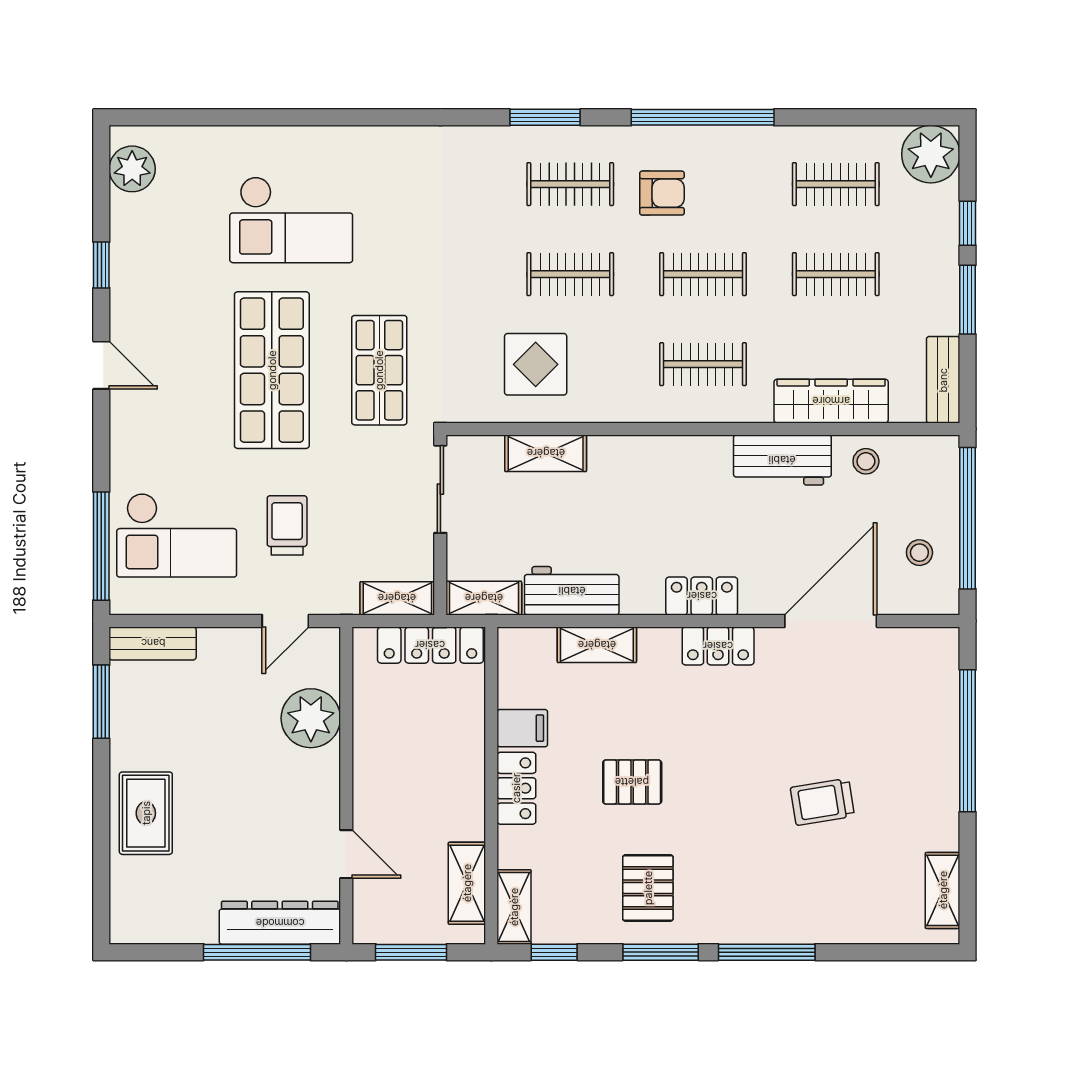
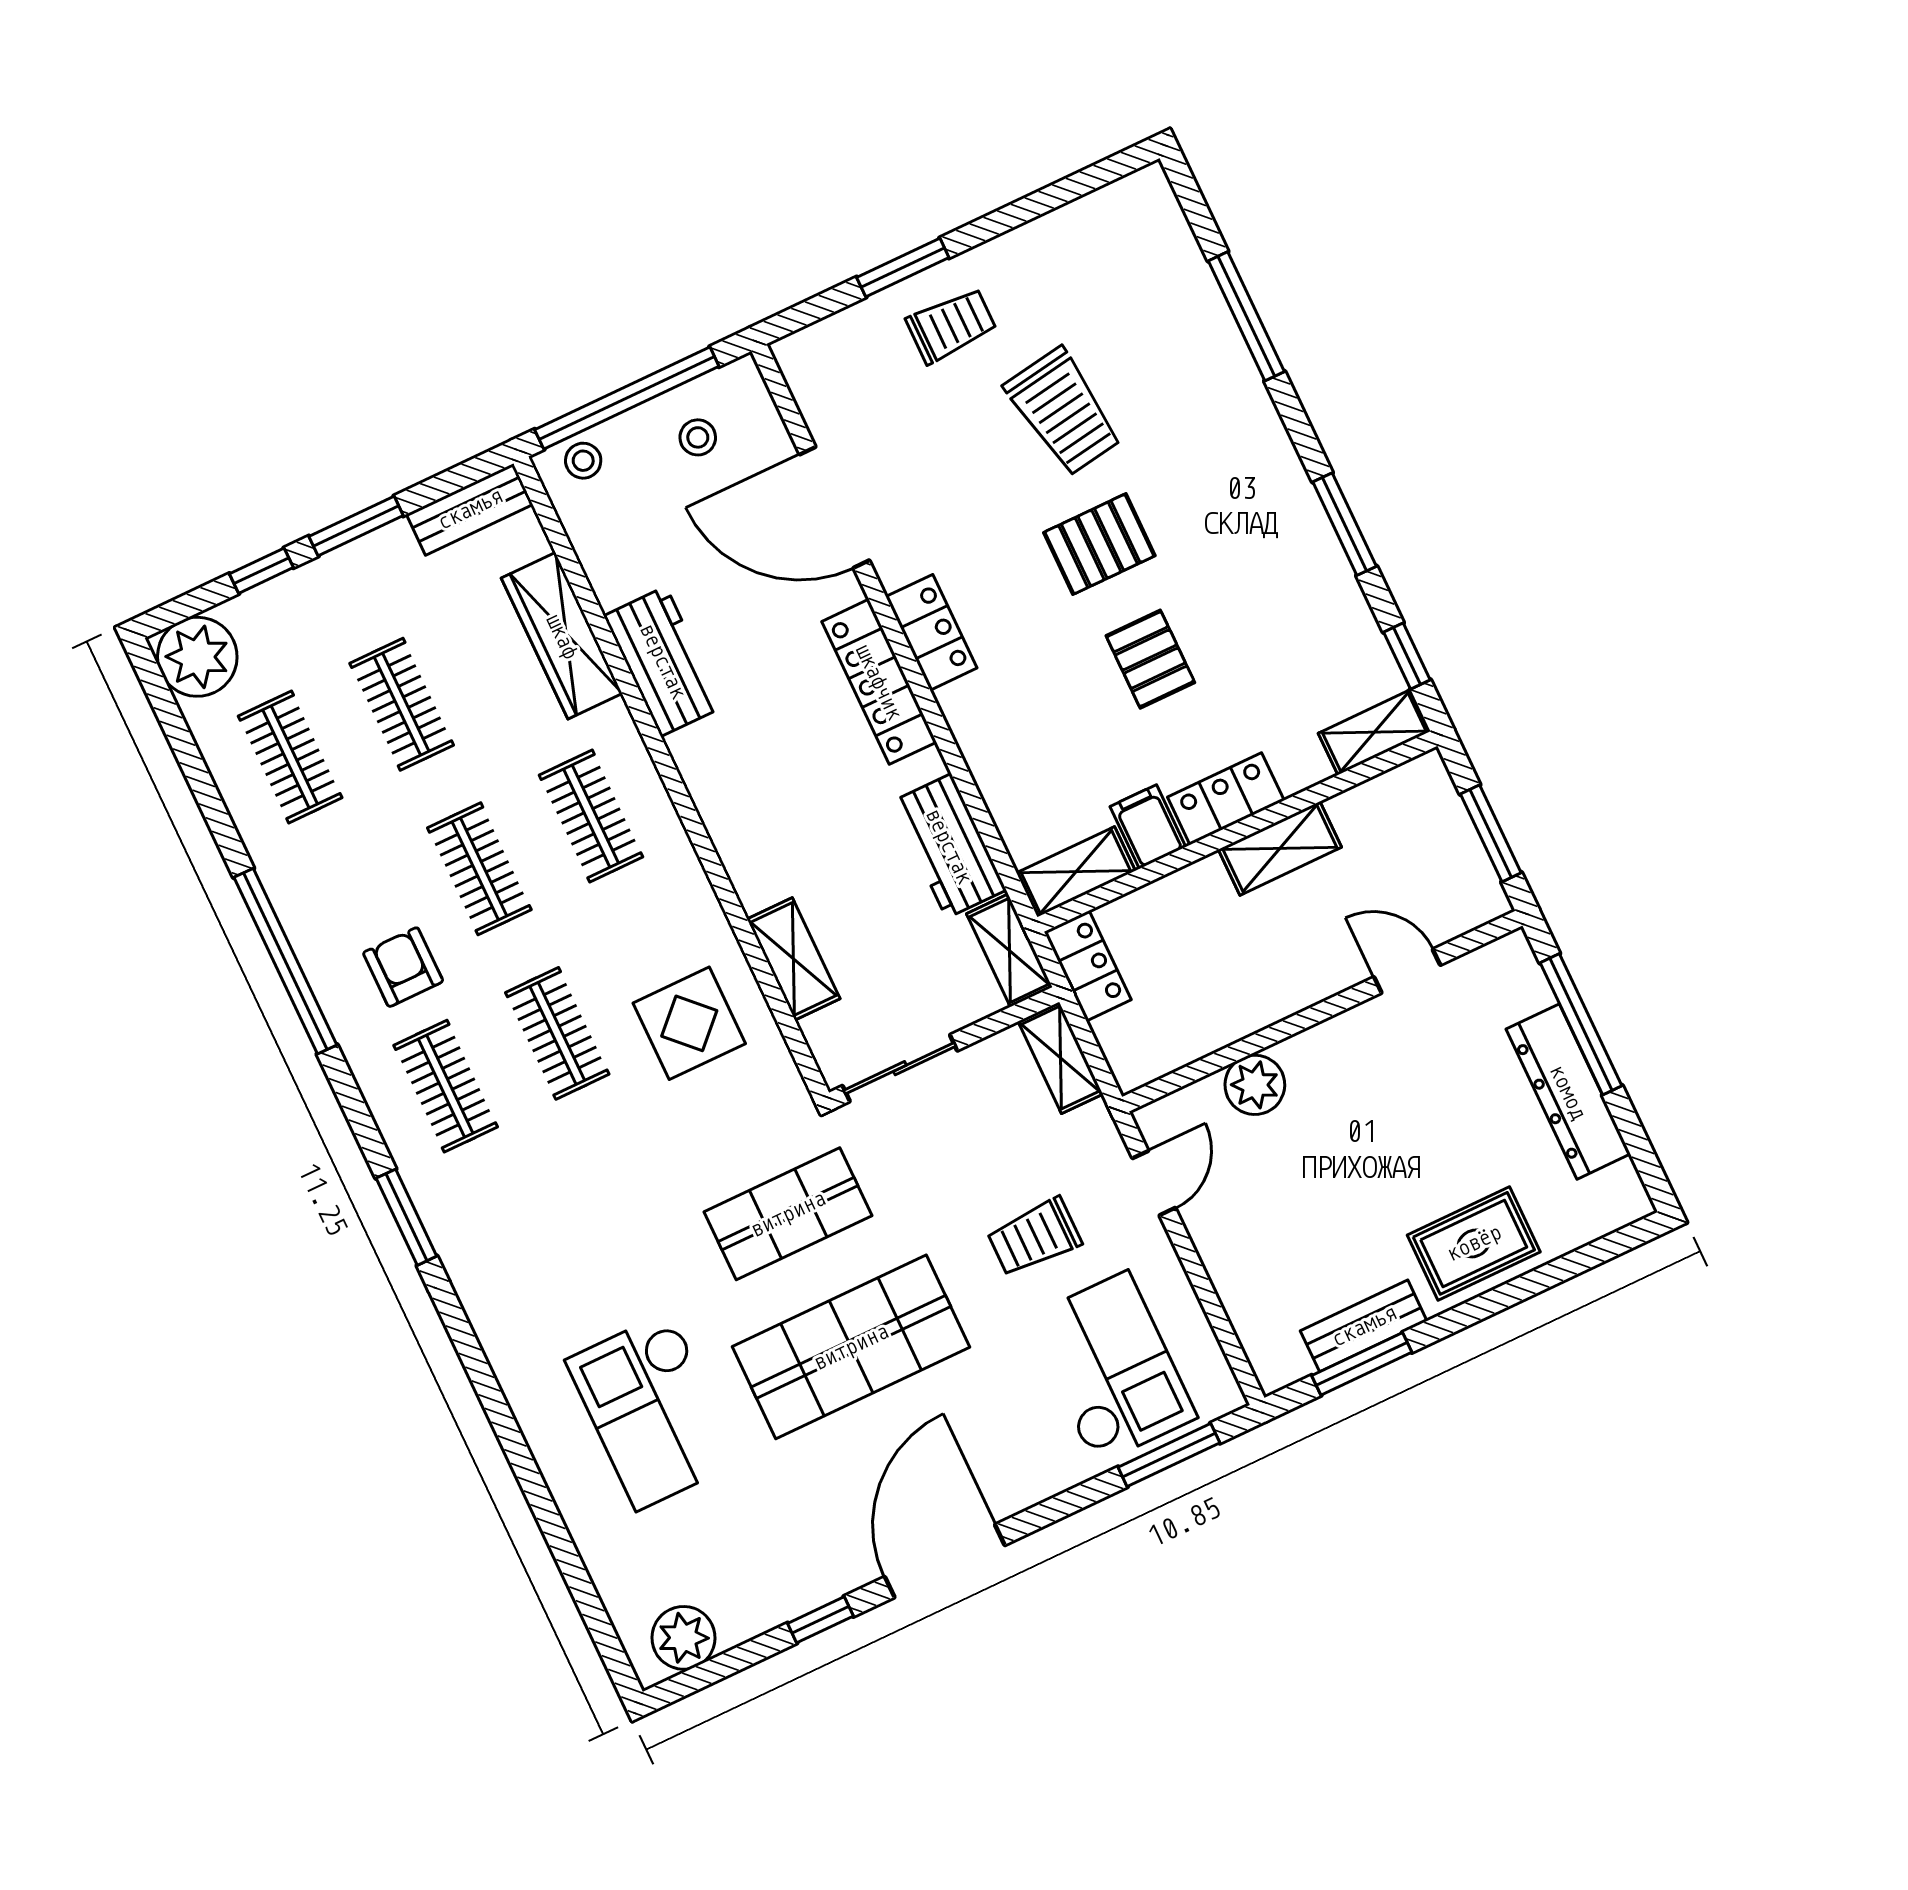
window: (545, 117) -> (406, 1217), moved
checkout: (291, 220) -> (653, 1411), turned 180
door: (101, 365) -> (945, 1561), width x1.88
stool: (866, 461) -> (583, 461), moved
window: (101, 546) -> (1169, 1455), width x0.69
locker: (702, 596) -> (879, 682), width x1.53
door: (285, 621) -> (1154, 1183), hinge flipped
bench: (153, 643) -> (1364, 1326), moved, turned 90
locker: (430, 645) -> (1088, 966), width x0.66
shelving: (597, 645) -> (1076, 872), moved, turned 90
plant: (311, 718) -> (1255, 1085), width x0.73, depth x0.73
window: (968, 741) -> (903, 268), width x0.47
trolley: (914, 755) -> (951, 325), added
trolley: (822, 802) -> (1063, 412), width x1.36, depth x1.39
door: (346, 854) -> (1407, 971), hinge flipped
shelving: (467, 883) -> (1280, 848), moved
pallet: (648, 888) -> (1099, 544), moved
shelving: (943, 890) -> (1103, 211), removed
dresser: (280, 923) -> (1568, 1092), moved
window: (767, 952) -> (1246, 316), moved

